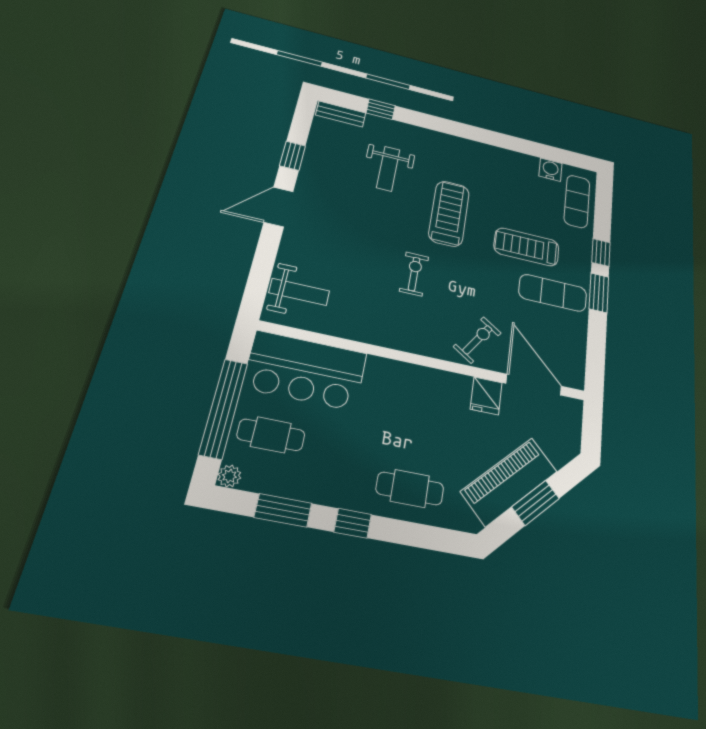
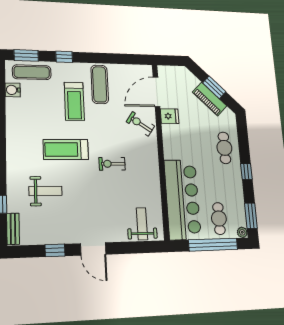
window: (599, 293) -> (26, 55), moved
bar counter: (305, 370) -> (182, 199), width x1.36
piano: (509, 481) -> (210, 99), width x0.73, depth x0.75
window: (283, 510) -> (251, 216), moved

